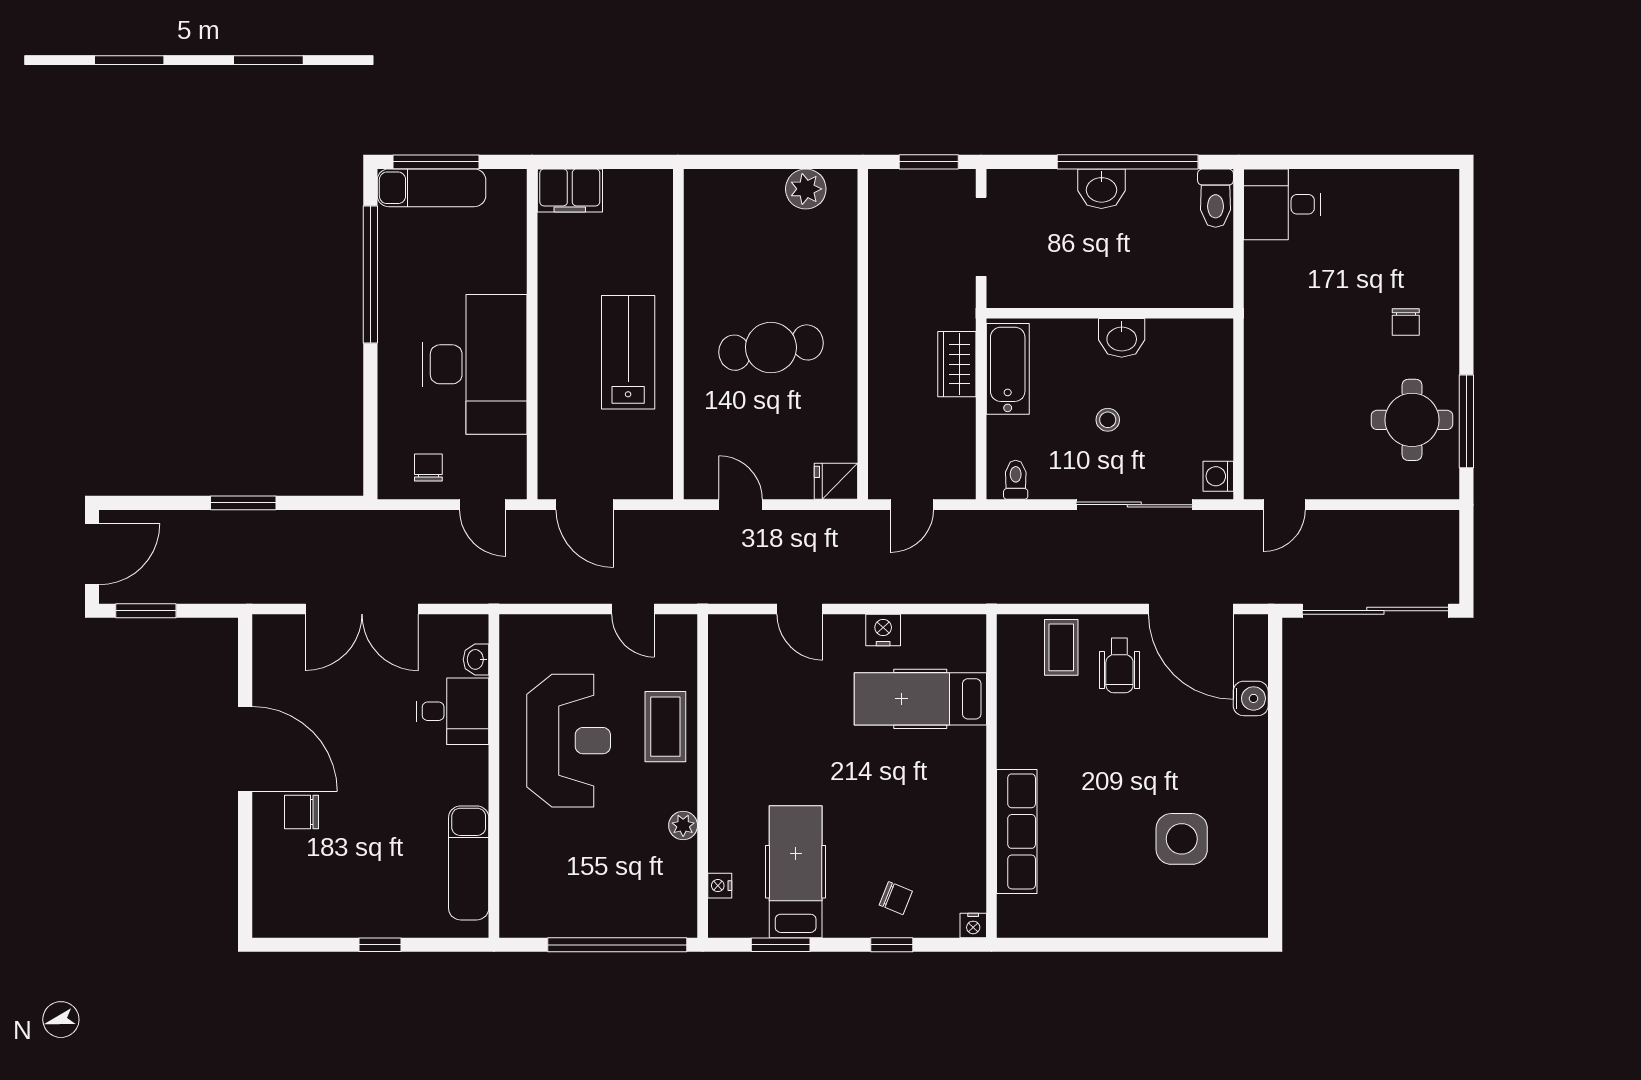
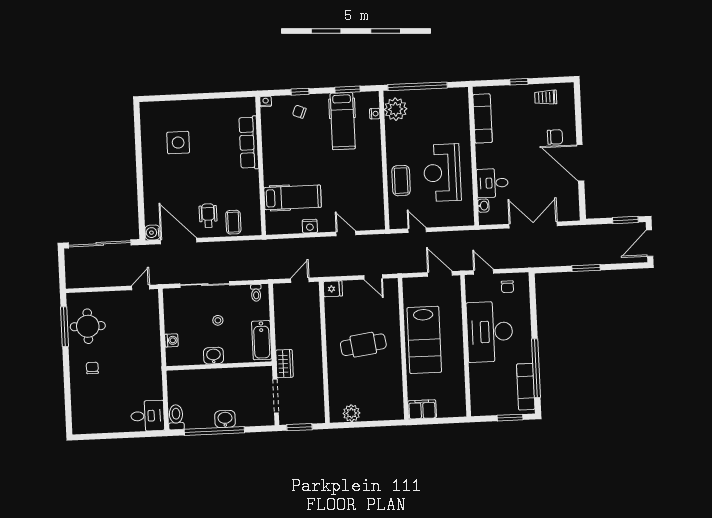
window: (436, 162) -> (510, 418), width x0.69
exam couch: (431, 188) -> (526, 387), moved, turned -90
filing cabinet: (570, 190) -> (422, 409), moved
lab bench: (628, 352) -> (424, 340), width x1.36, depth x1.39
wardrobe: (957, 364) -> (284, 364), moved
washing machine: (1218, 476) -> (171, 340), moved
water cooler: (1251, 698) -> (153, 233), moved
plant: (683, 825) -> (396, 109), moved, width x1.87, depth x1.87
trolley: (319, 906) -> (546, 97), added

